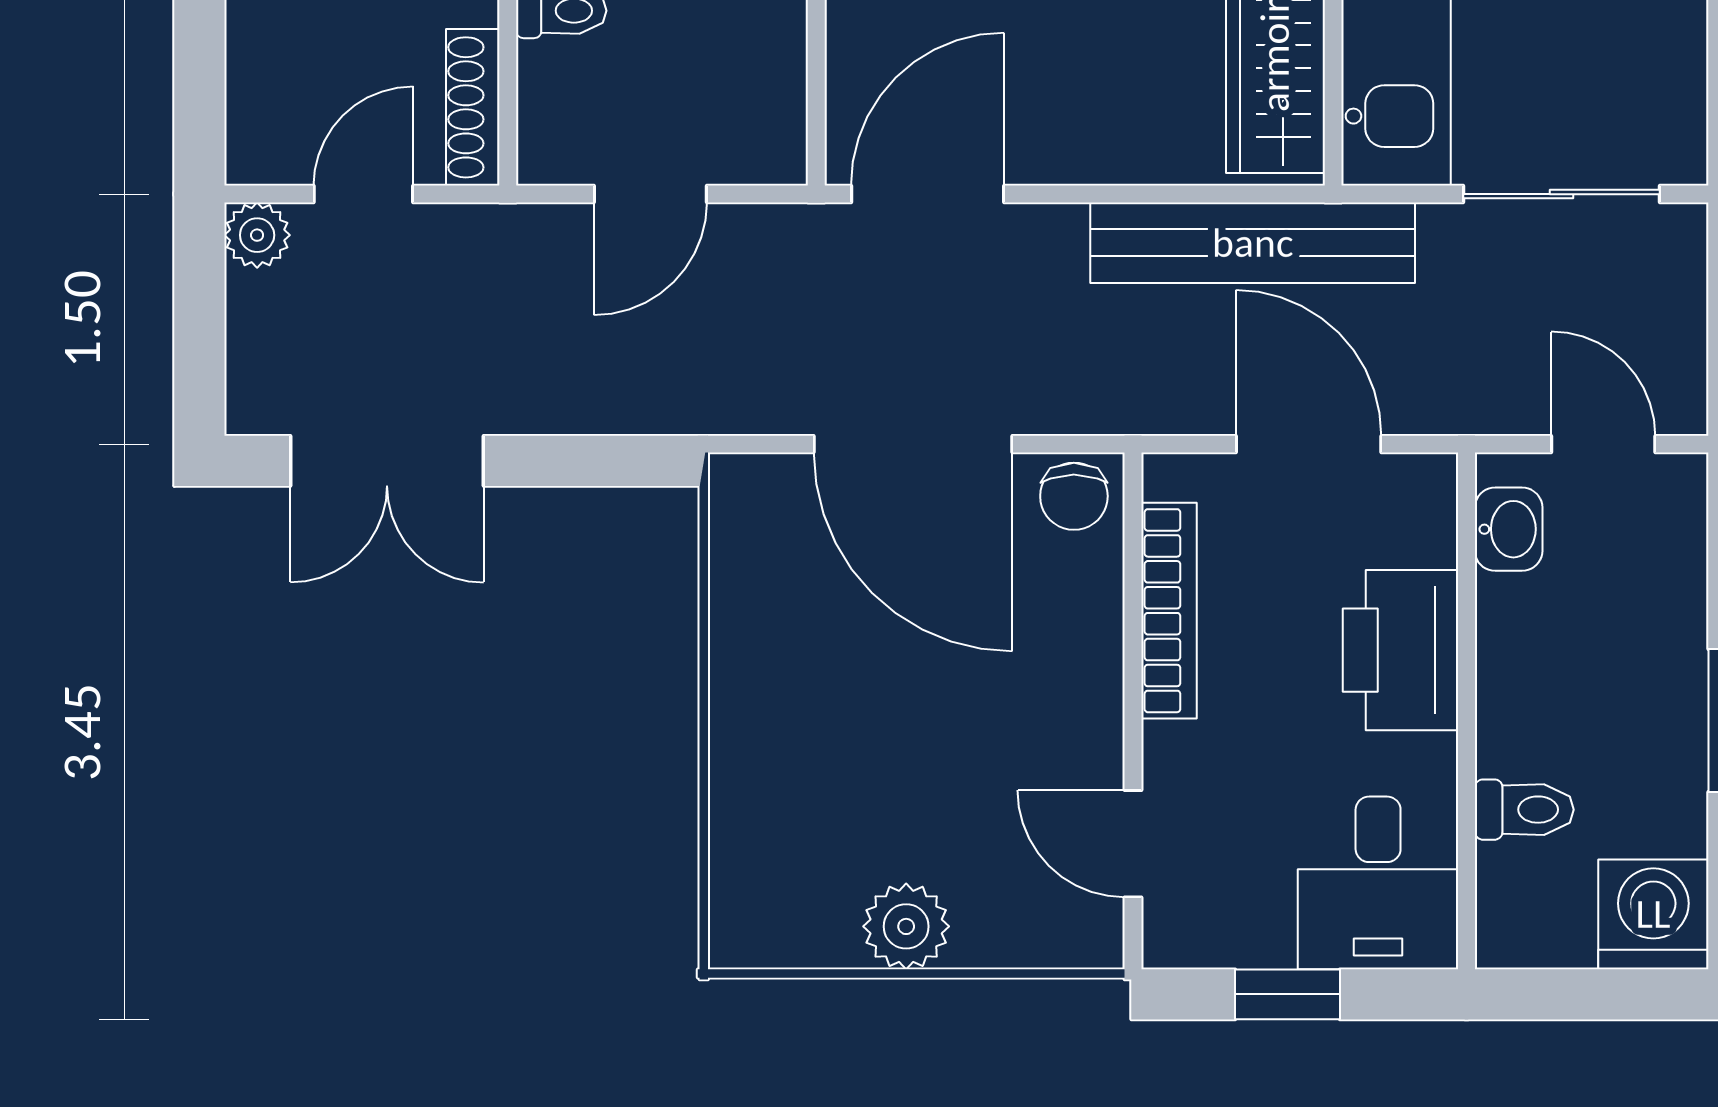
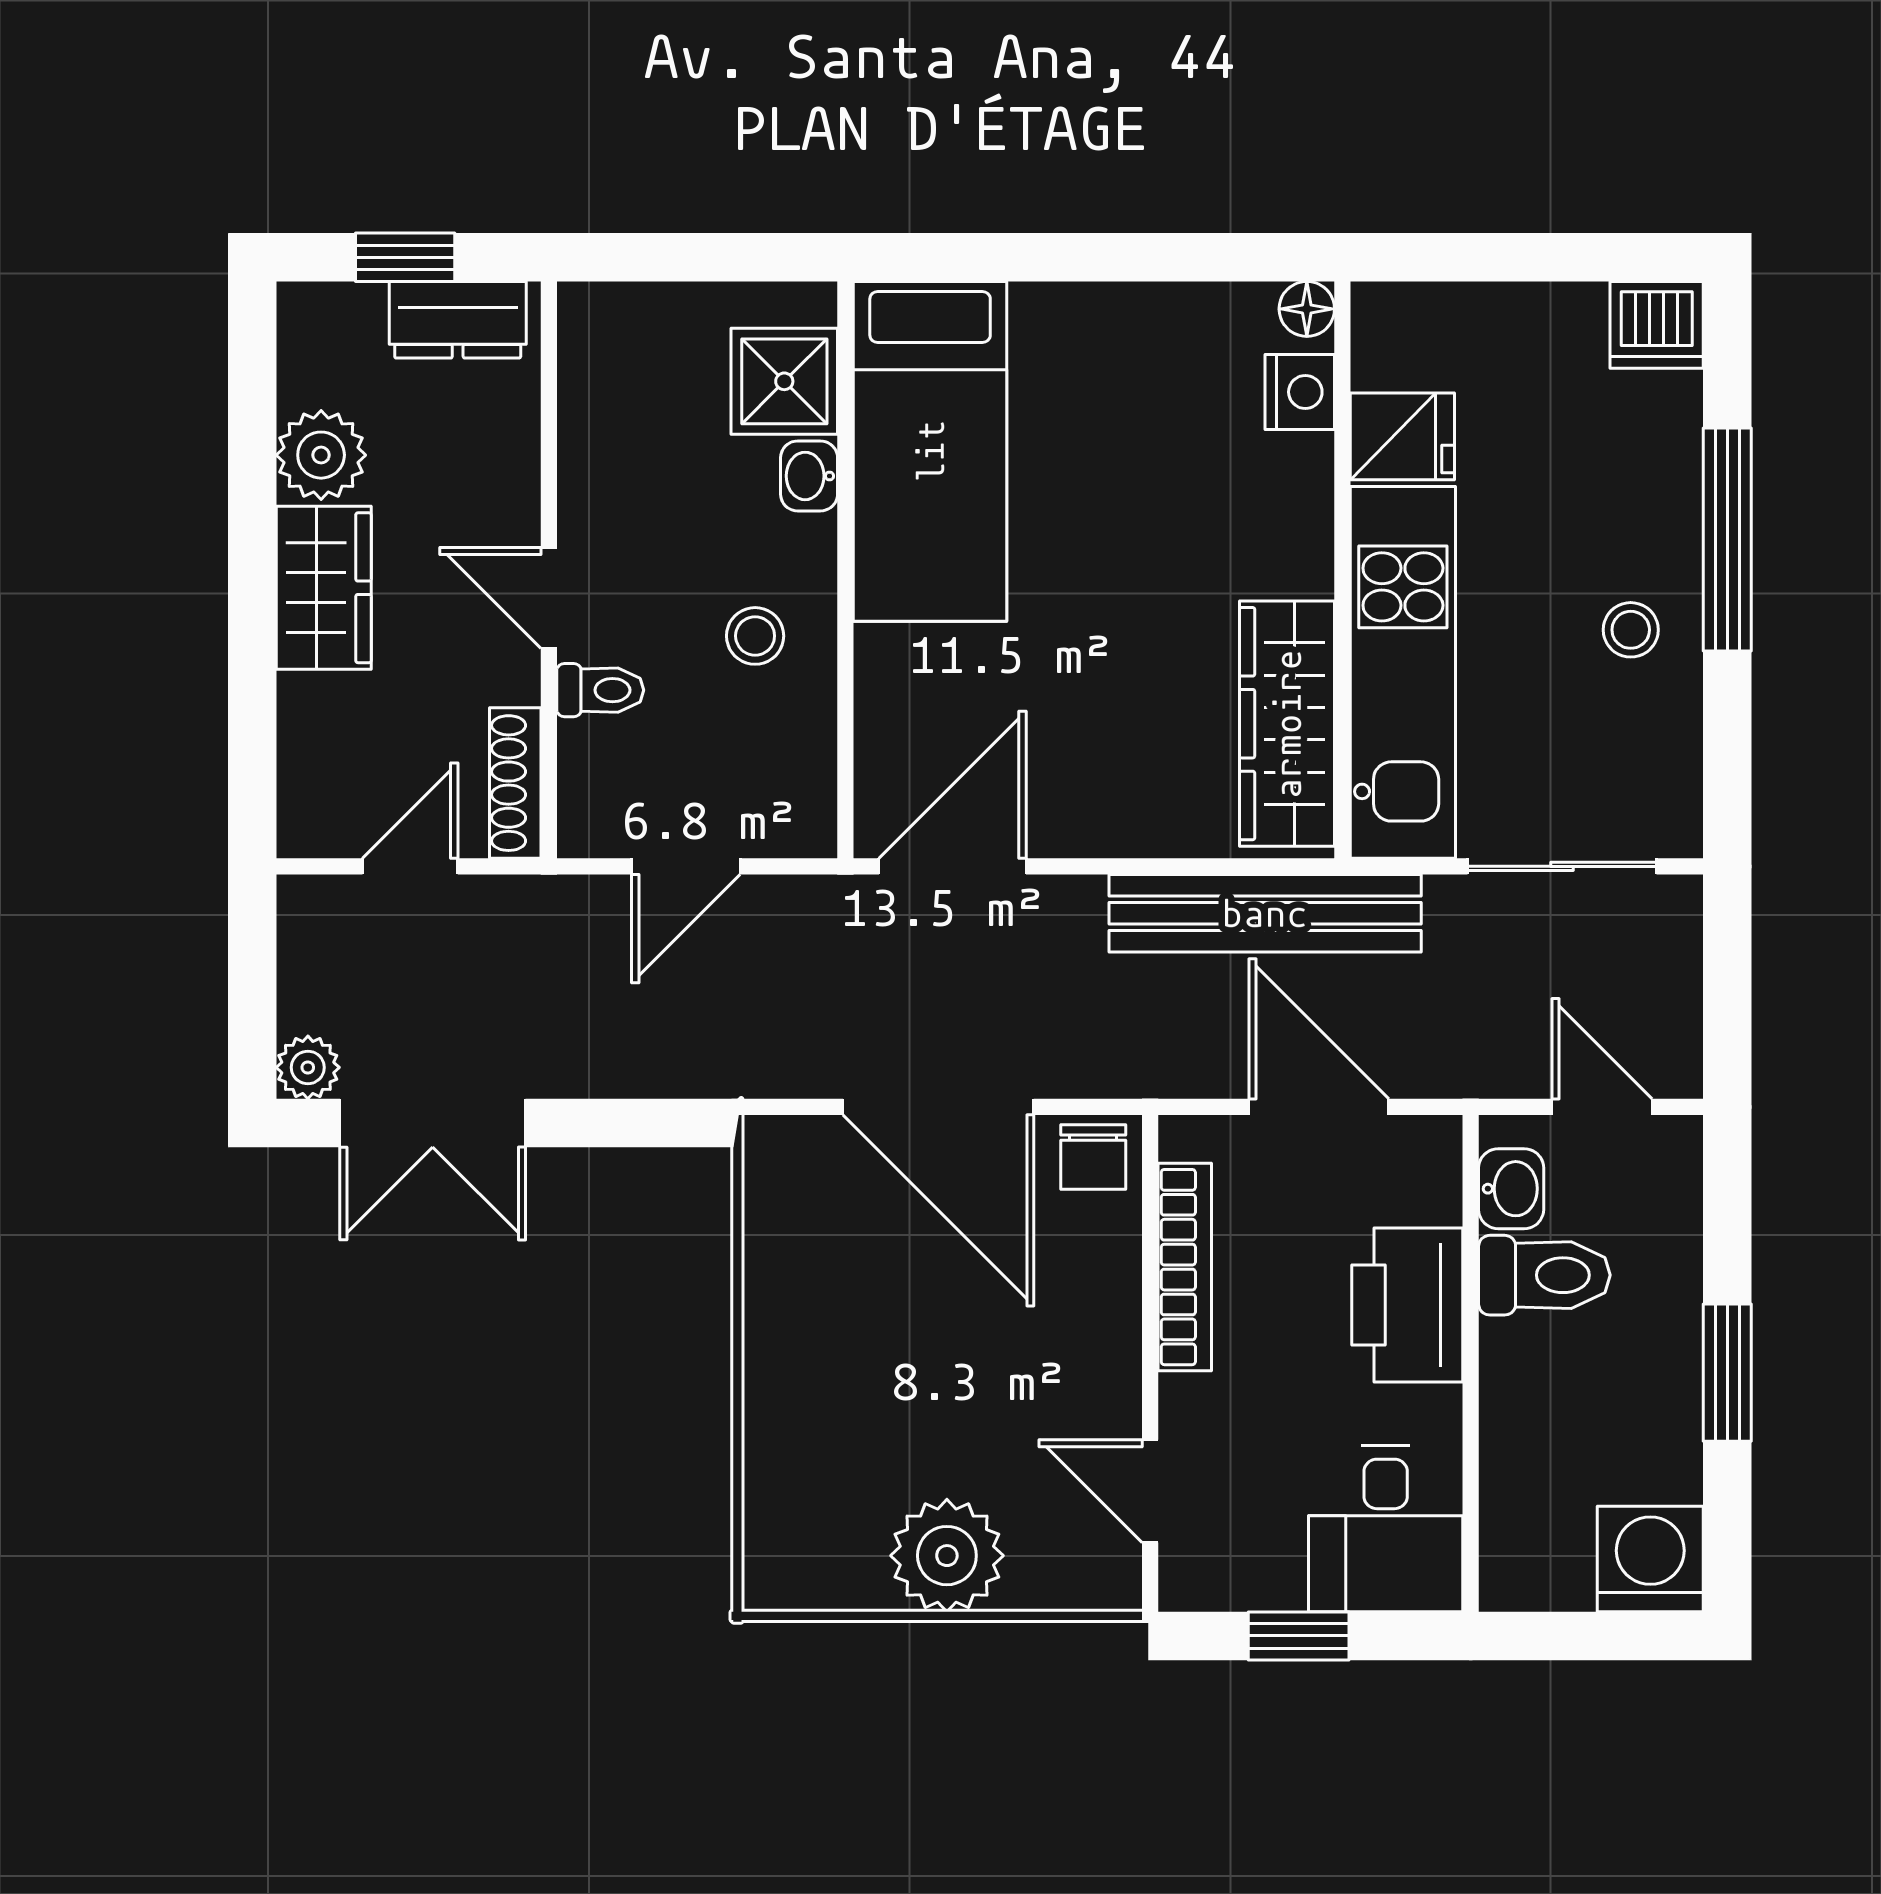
plant: (257, 235) -> (308, 1067), moved
toilet: (1524, 810) -> (1544, 1275), moved, width x1.37, depth x1.39
plant: (906, 926) -> (947, 1556), width x1.36, depth x1.36

